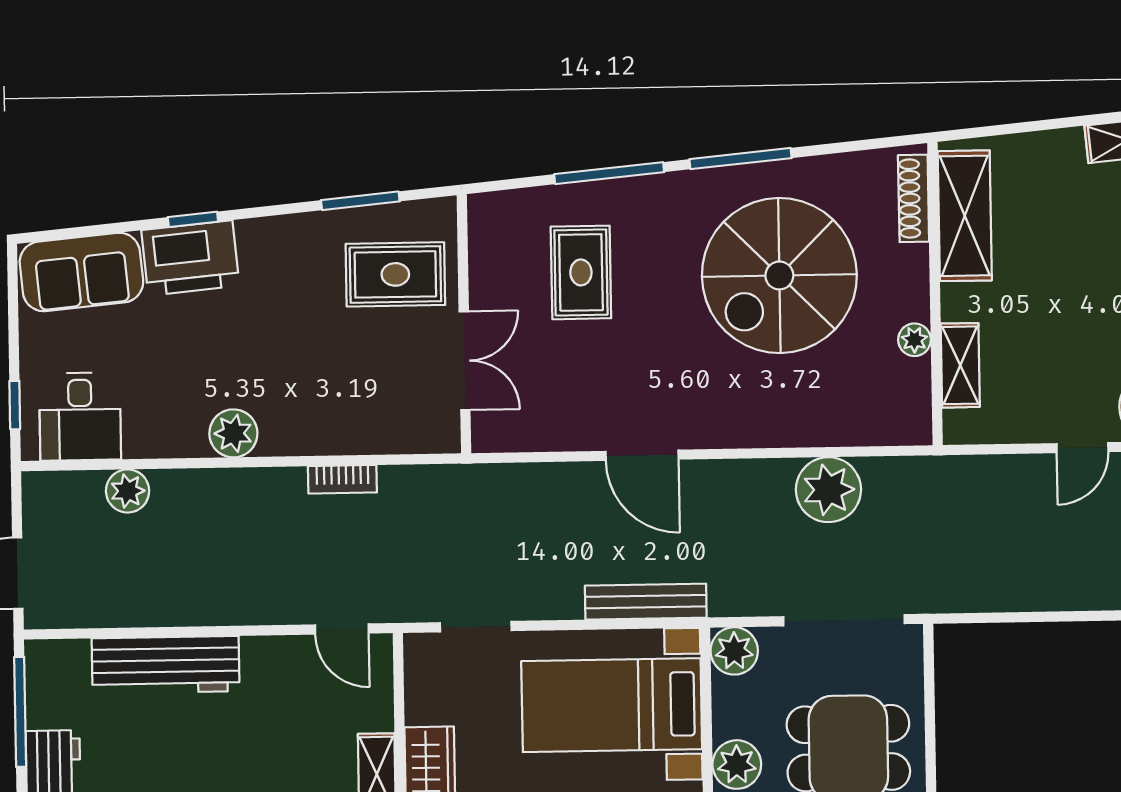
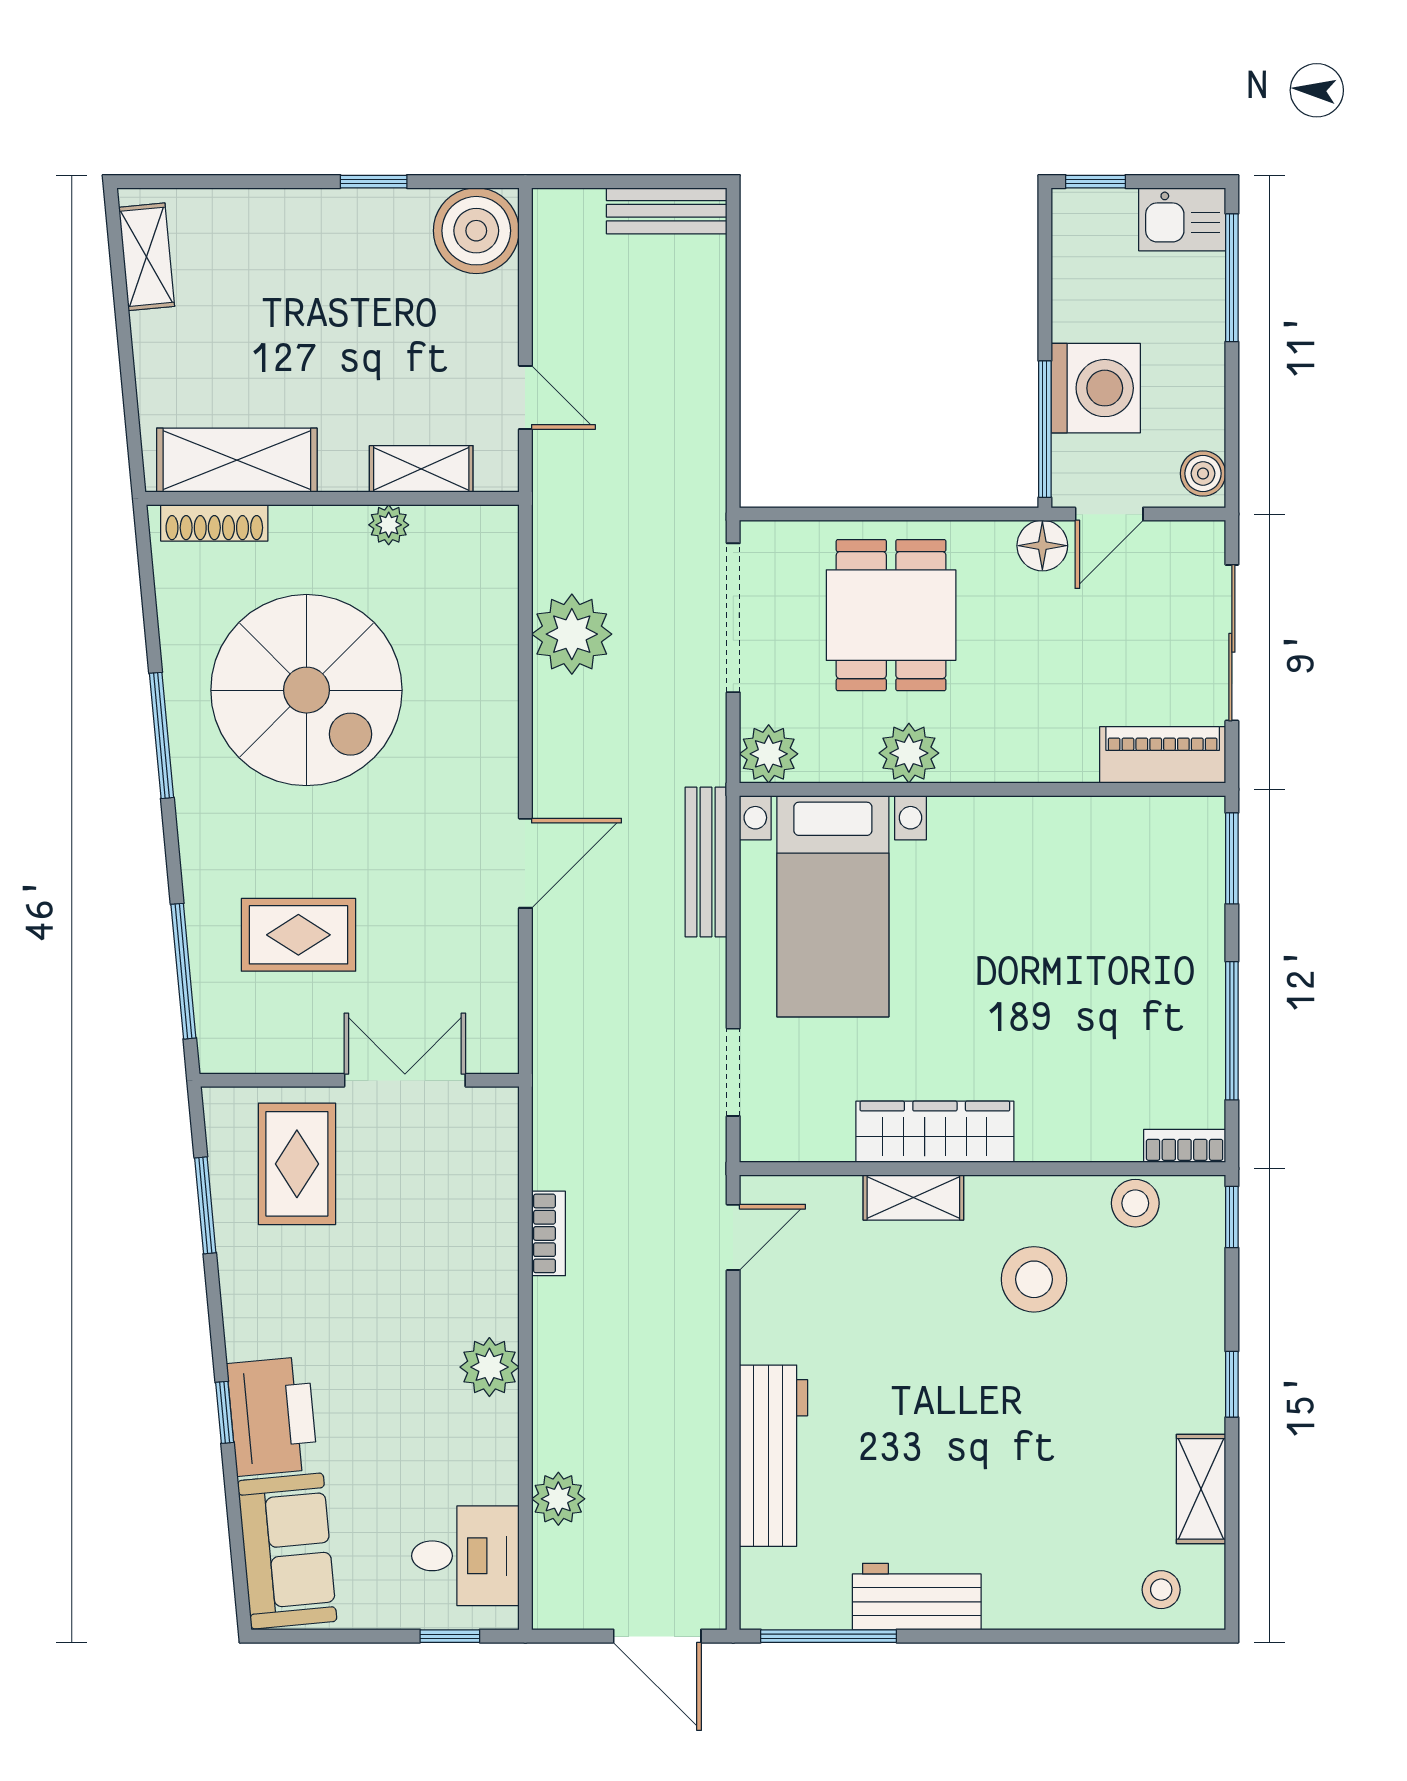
window: (609, 173) -> (183, 971), moved
door: (1082, 448) -> (525, 397), moved

